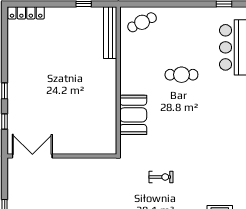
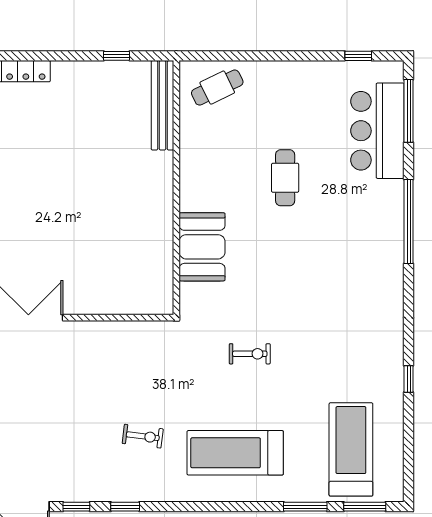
cafe table: (181, 75) -> (285, 178), turned 90

